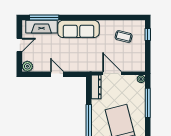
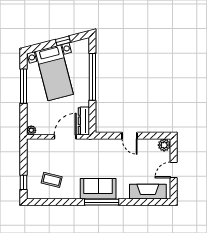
window: (44, 18) -> (102, 202), moved
sofa: (78, 29) -> (98, 189), width x0.73
door: (112, 73) -> (65, 137), swing flipped
window: (148, 103) -> (23, 86), moved

